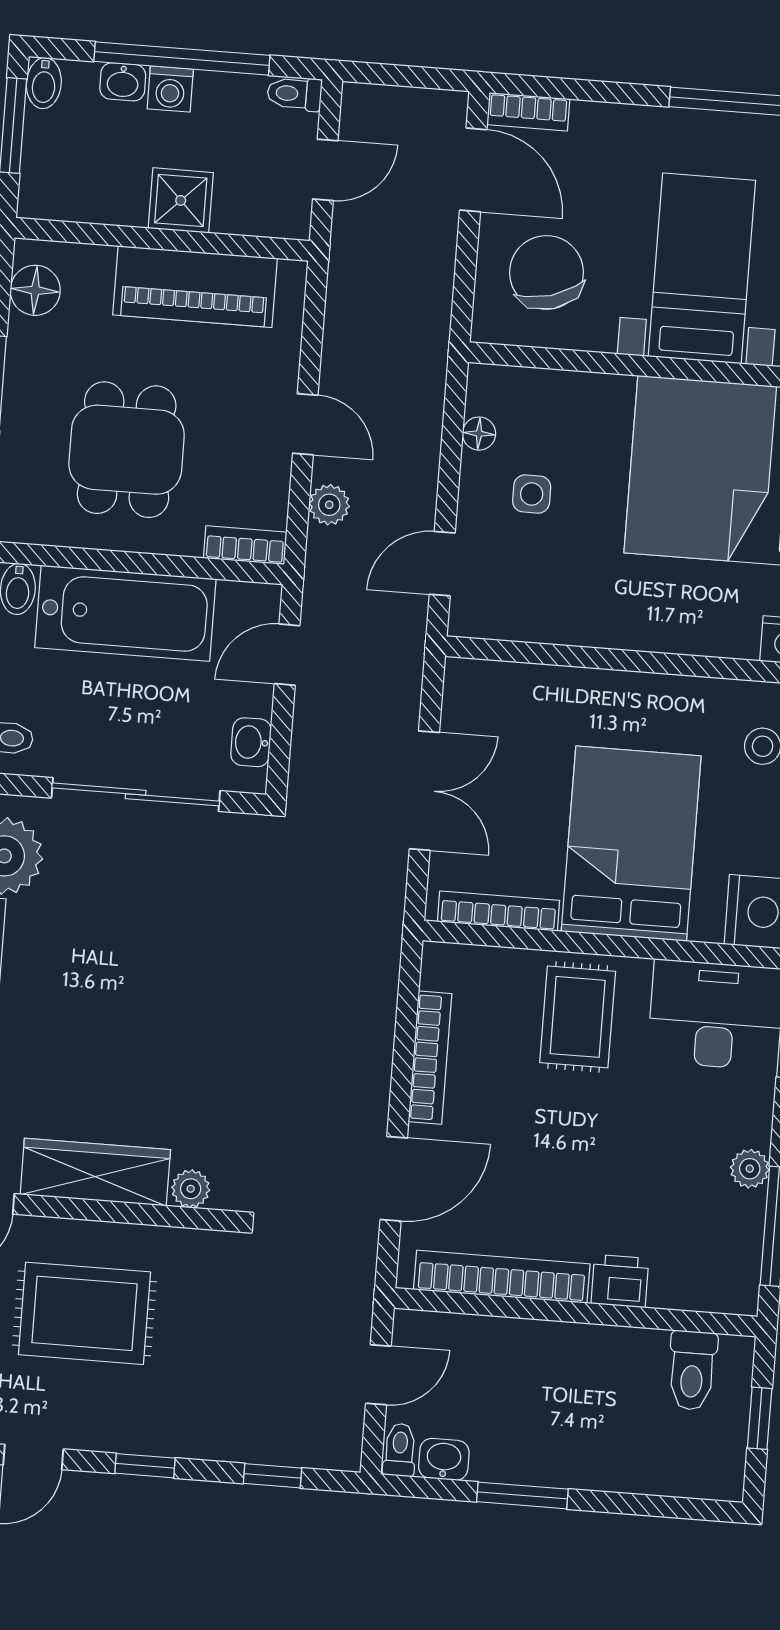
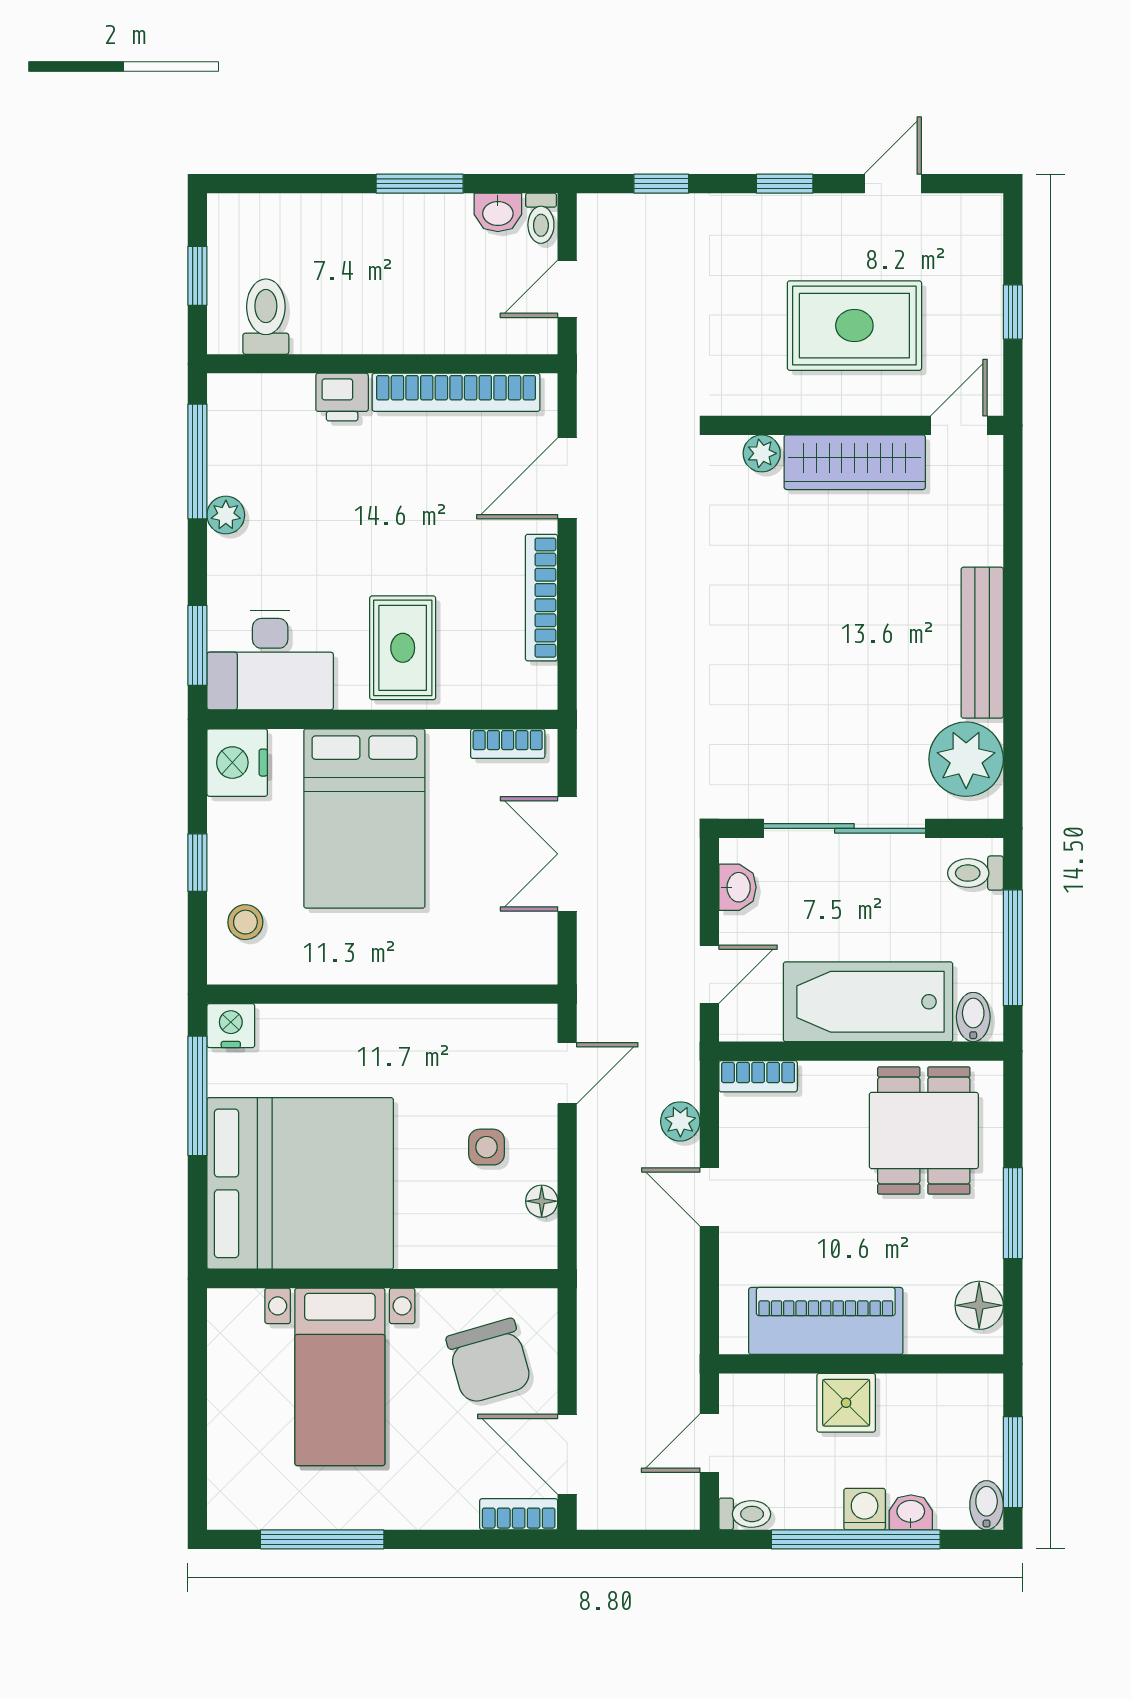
dining table: (127, 450) -> (924, 1130), moved
bookcase: (498, 911) -> (508, 744), width x0.64

